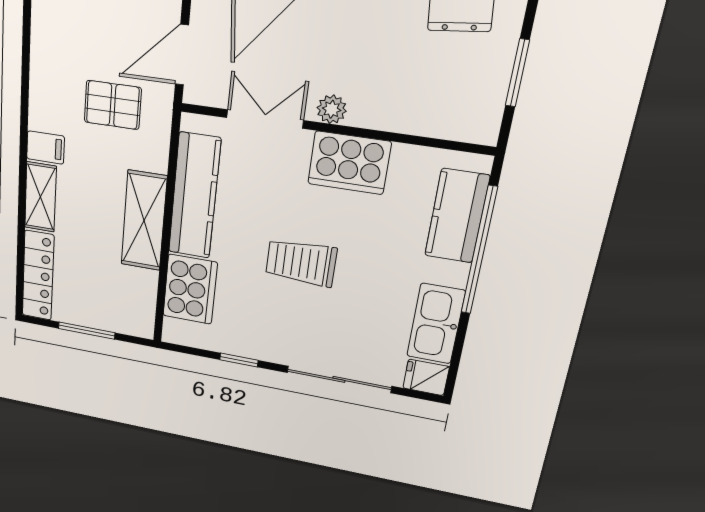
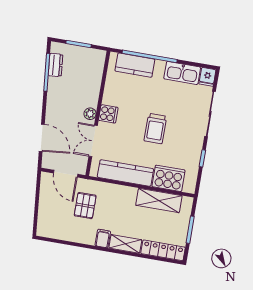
cooker: (349, 163) -> (108, 114), width x0.53, depth x0.76
shelving: (144, 221) -> (159, 201), moved

